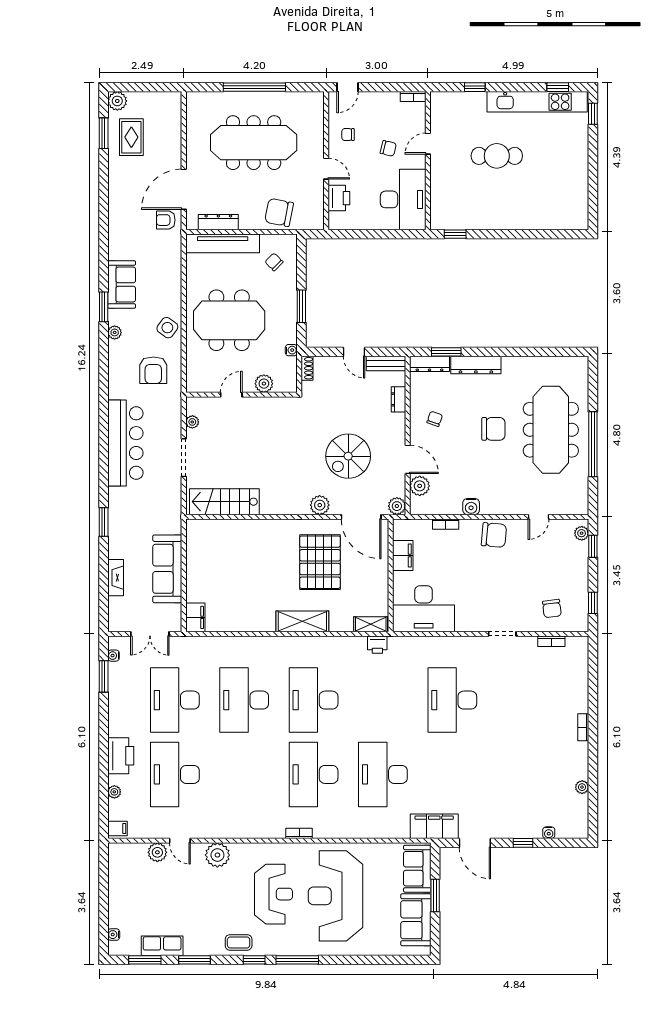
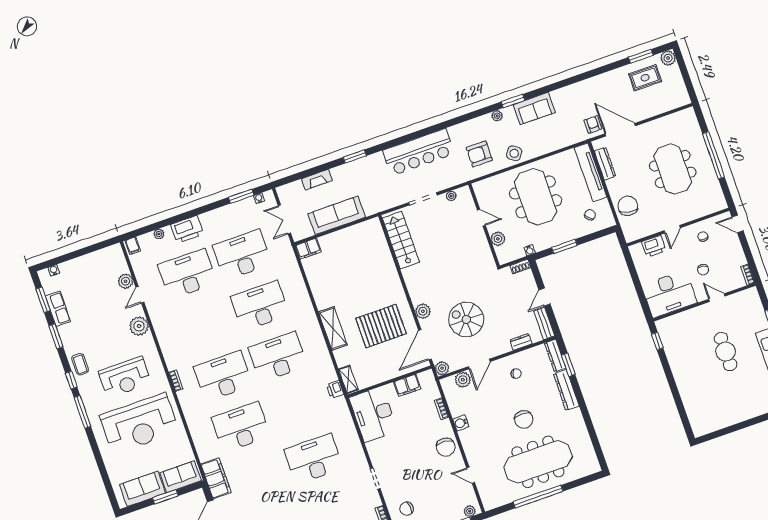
meeting table: (254, 143) -> (673, 169), width x0.73
reception desk: (336, 896) -> (139, 424), turned 180

